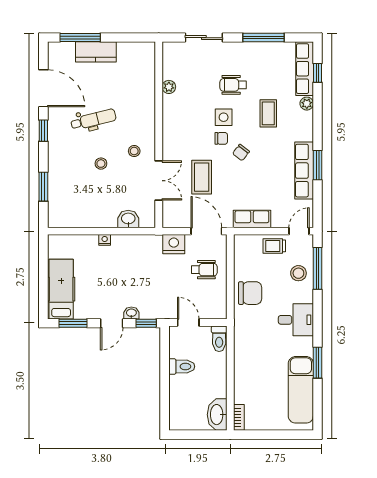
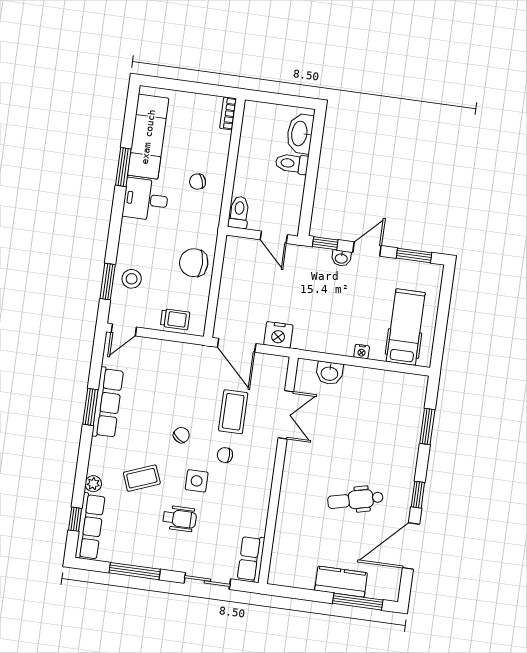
plant: (169, 87) -> (258, 527), removed
door: (43, 88) -> (411, 546), hinge flipped
coffee table: (268, 113) -> (142, 478), turned 69
chair: (221, 138) -> (225, 455), moved
stool: (134, 151) -> (311, 455), removed
stool: (101, 164) -> (353, 445), removed
double door: (159, 181) -> (286, 415), swing flipped
row of seats: (252, 219) -> (251, 559), moved, turned 90
trolley: (274, 246) -> (175, 319), moved
window: (317, 268) -> (108, 282), width x0.69
wheelchair: (204, 270) -> (246, 299), removed
hospital bed: (61, 289) -> (406, 327), moved, turned 180
desk: (296, 320) -> (146, 199), moved
chair: (256, 359) -> (198, 182), added
toilet: (182, 366) -> (292, 164), moved
washbasin: (217, 415) -> (300, 134), moved, turned 180

